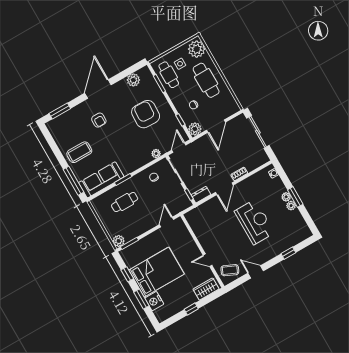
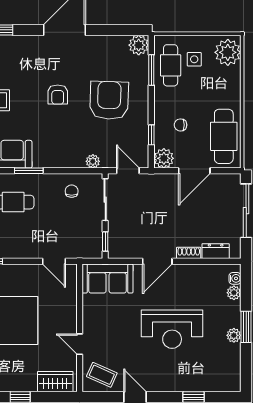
plant: (133, 80) -> (139, 45), moved
cafe table: (206, 80) -> (224, 136), moved
armchair: (99, 120) -> (58, 95), moved
door: (179, 148) -> (128, 171), hinge flipped
dresser: (201, 195) -> (216, 251), moved
plant: (286, 197) -> (234, 293), moved
sofa: (202, 214) -> (108, 279), added
door: (167, 222) -> (54, 261), swing flipped
reception desk: (255, 222) -> (172, 329), turned 90

